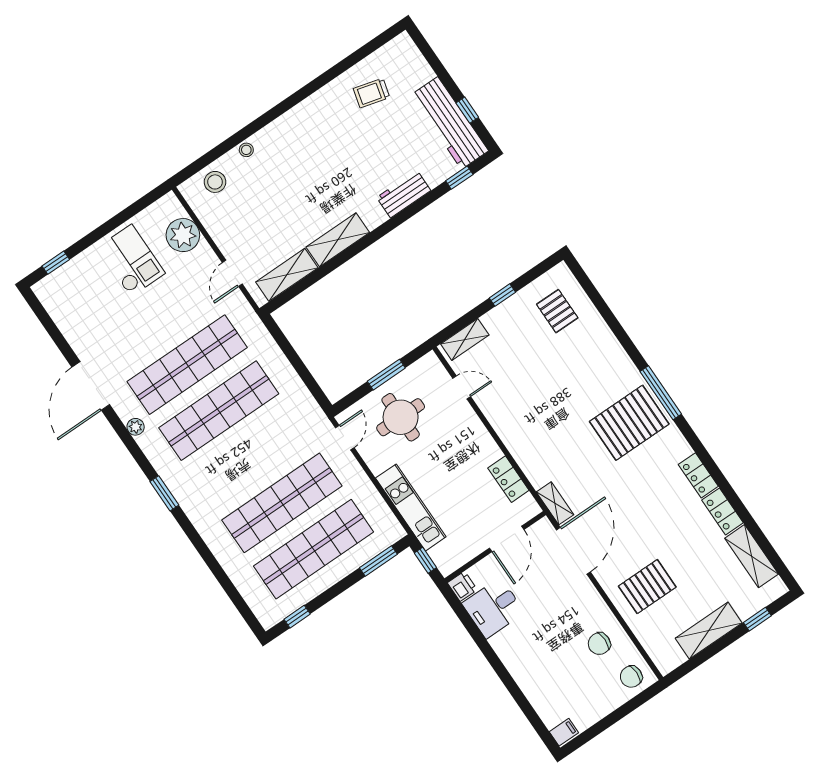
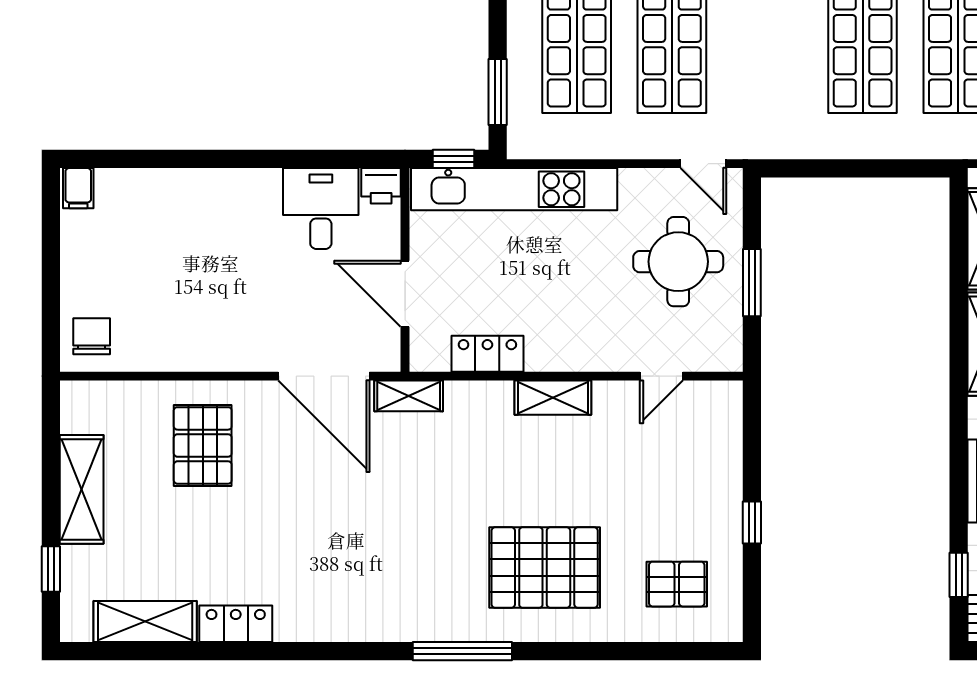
shelving: (465, 340) -> (553, 398), moved, turned 90
pallet: (629, 423) -> (545, 568), moved, turned 90
locker: (698, 475) -> (310, 624), removed
kitchen unit: (411, 507) -> (514, 189), width x1.36
chair: (599, 644) -> (169, 323), removed

